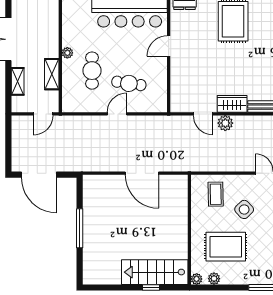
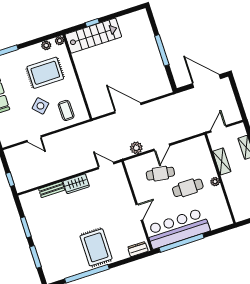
cafe table: (92, 71) -> (188, 188), moved, turned 90
door: (203, 114) -> (106, 166), moved
plant: (225, 123) -> (136, 148), moved

